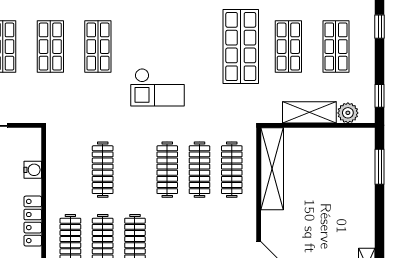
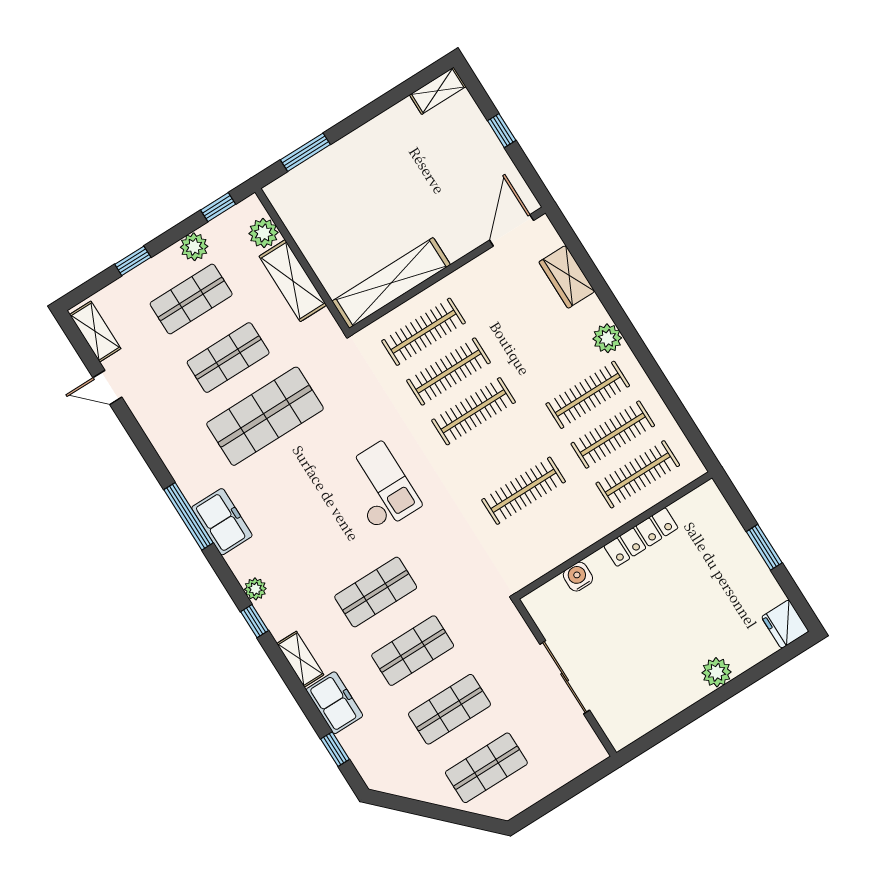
plant: (365, 67) -> (194, 247), added

